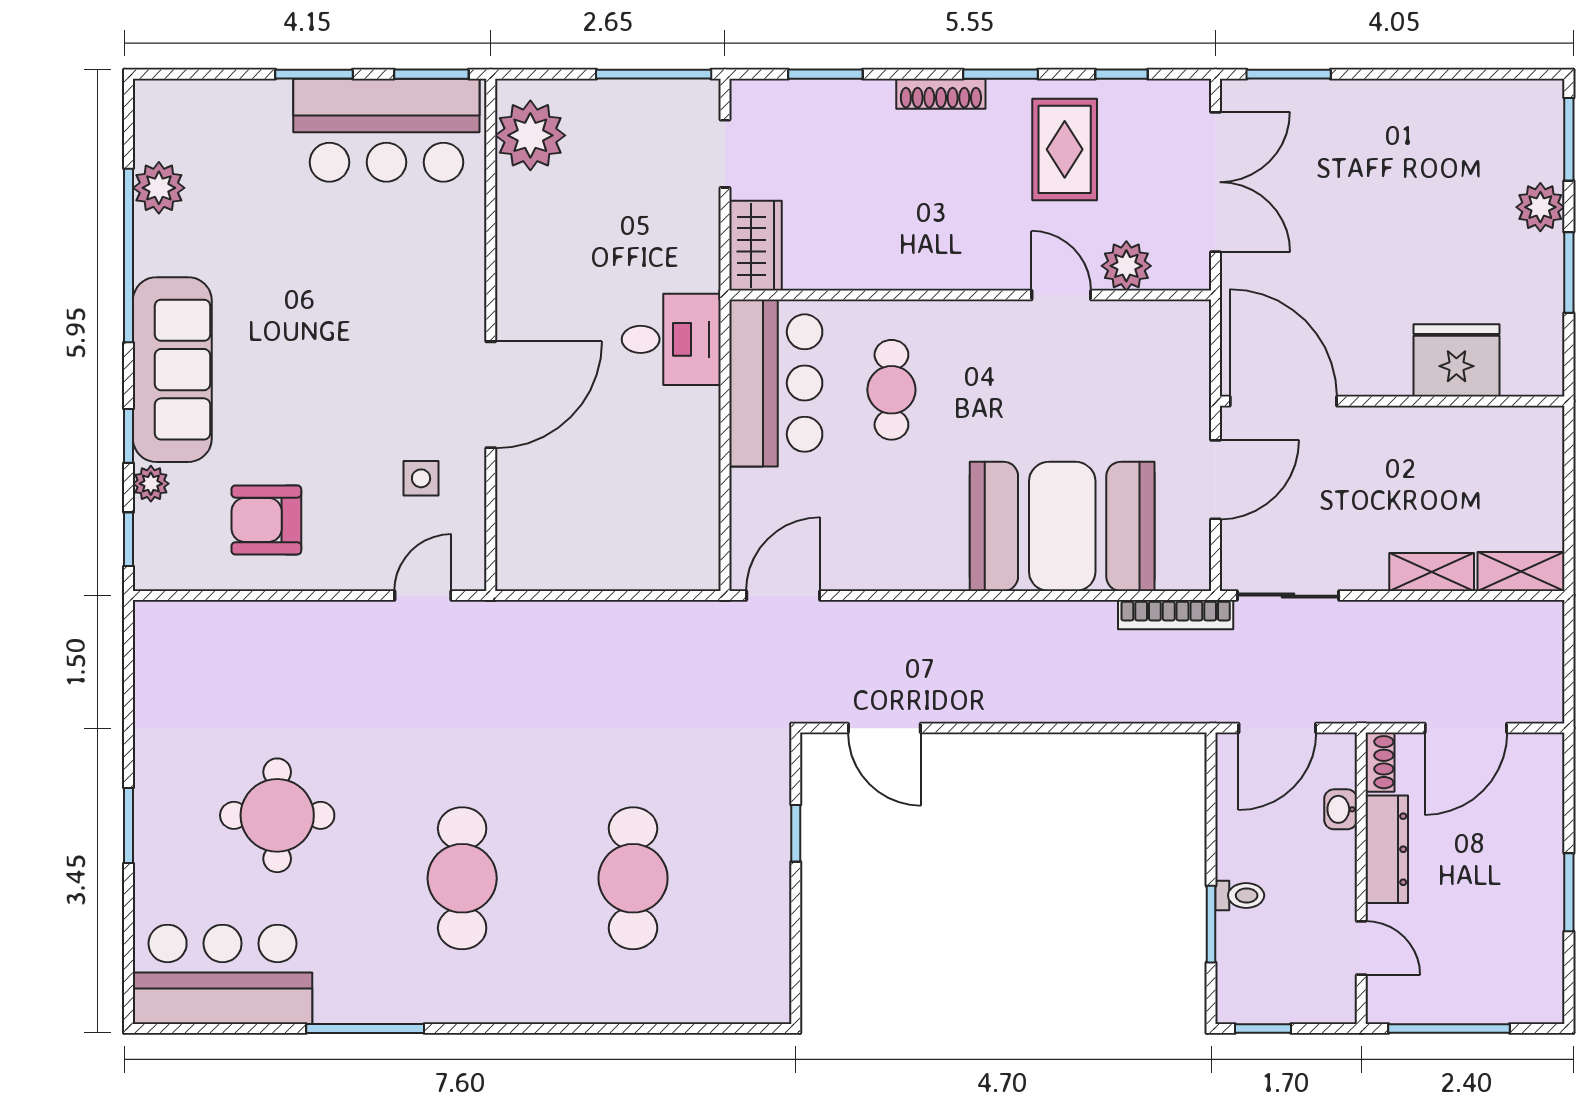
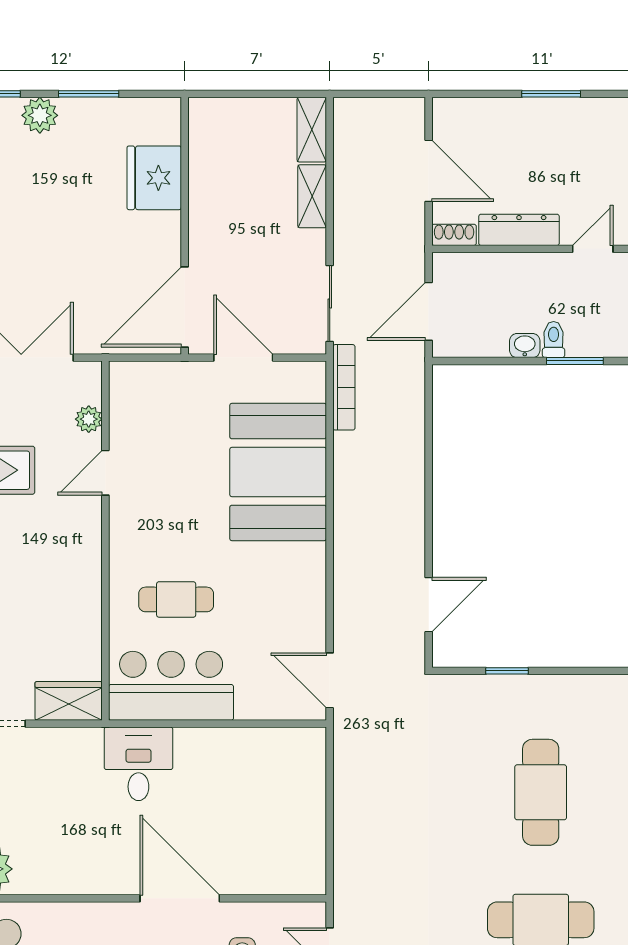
plant: (1126, 266) -> (89, 419), width x0.73, depth x0.73
door: (1277, 728) -> (429, 311), swing flipped
washbasin: (1341, 809) -> (525, 346), moved, turned 180
cafe table: (633, 878) -> (541, 792), turned 90

